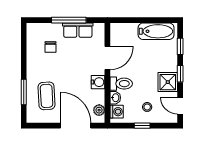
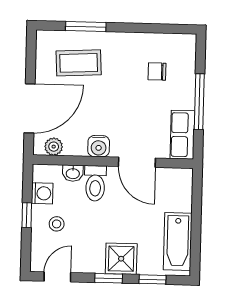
row of seats: (78, 30) -> (182, 135), moved
shower: (168, 82) -> (121, 259), moved
washing machine: (117, 112) -> (42, 193), moved, turned -90

